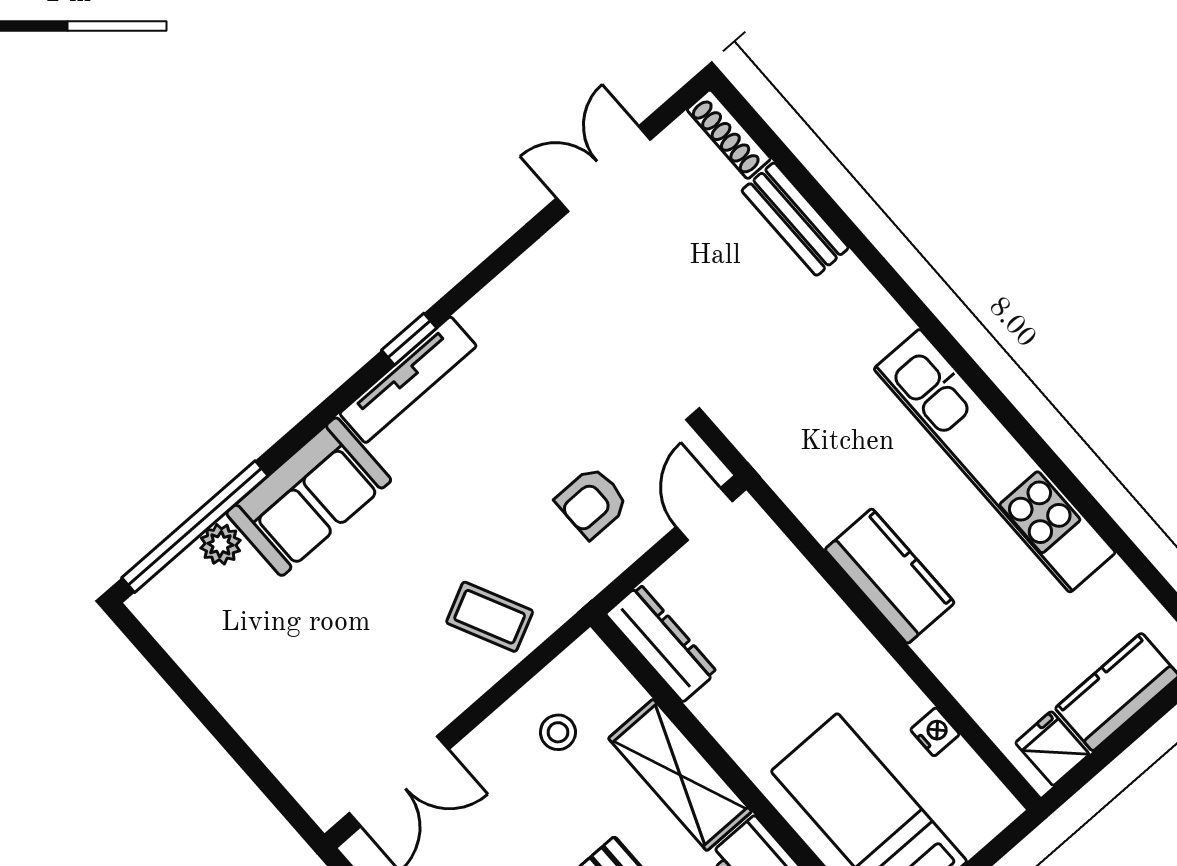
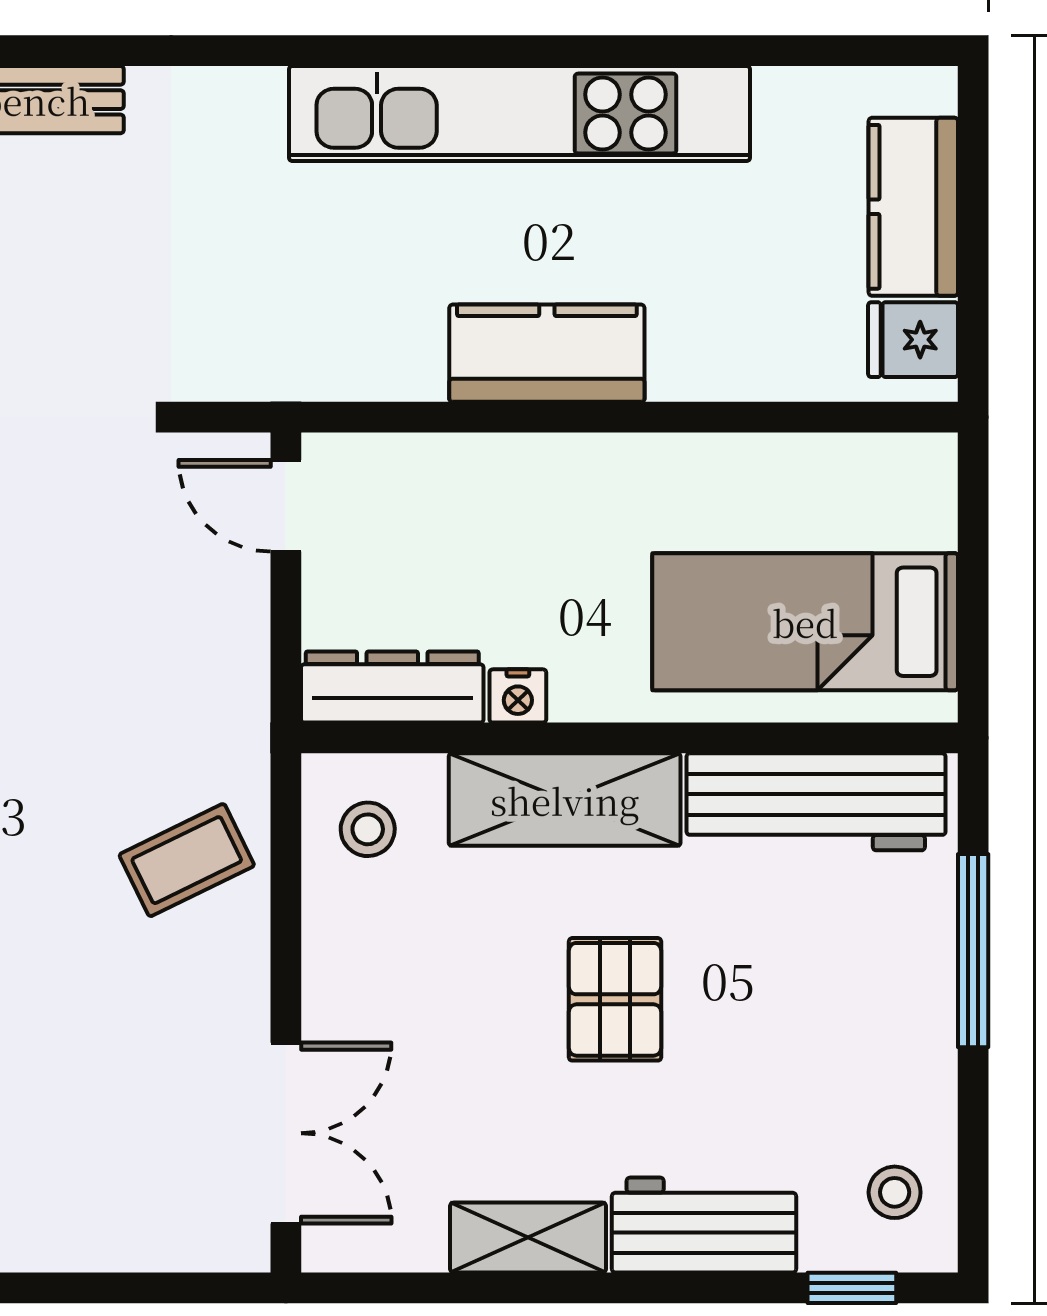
armchair: (592, 502) -> (158, 624), removed
stool: (558, 732) -> (368, 829), moved
nightstand: (935, 732) -> (518, 696), moved, turned 180

